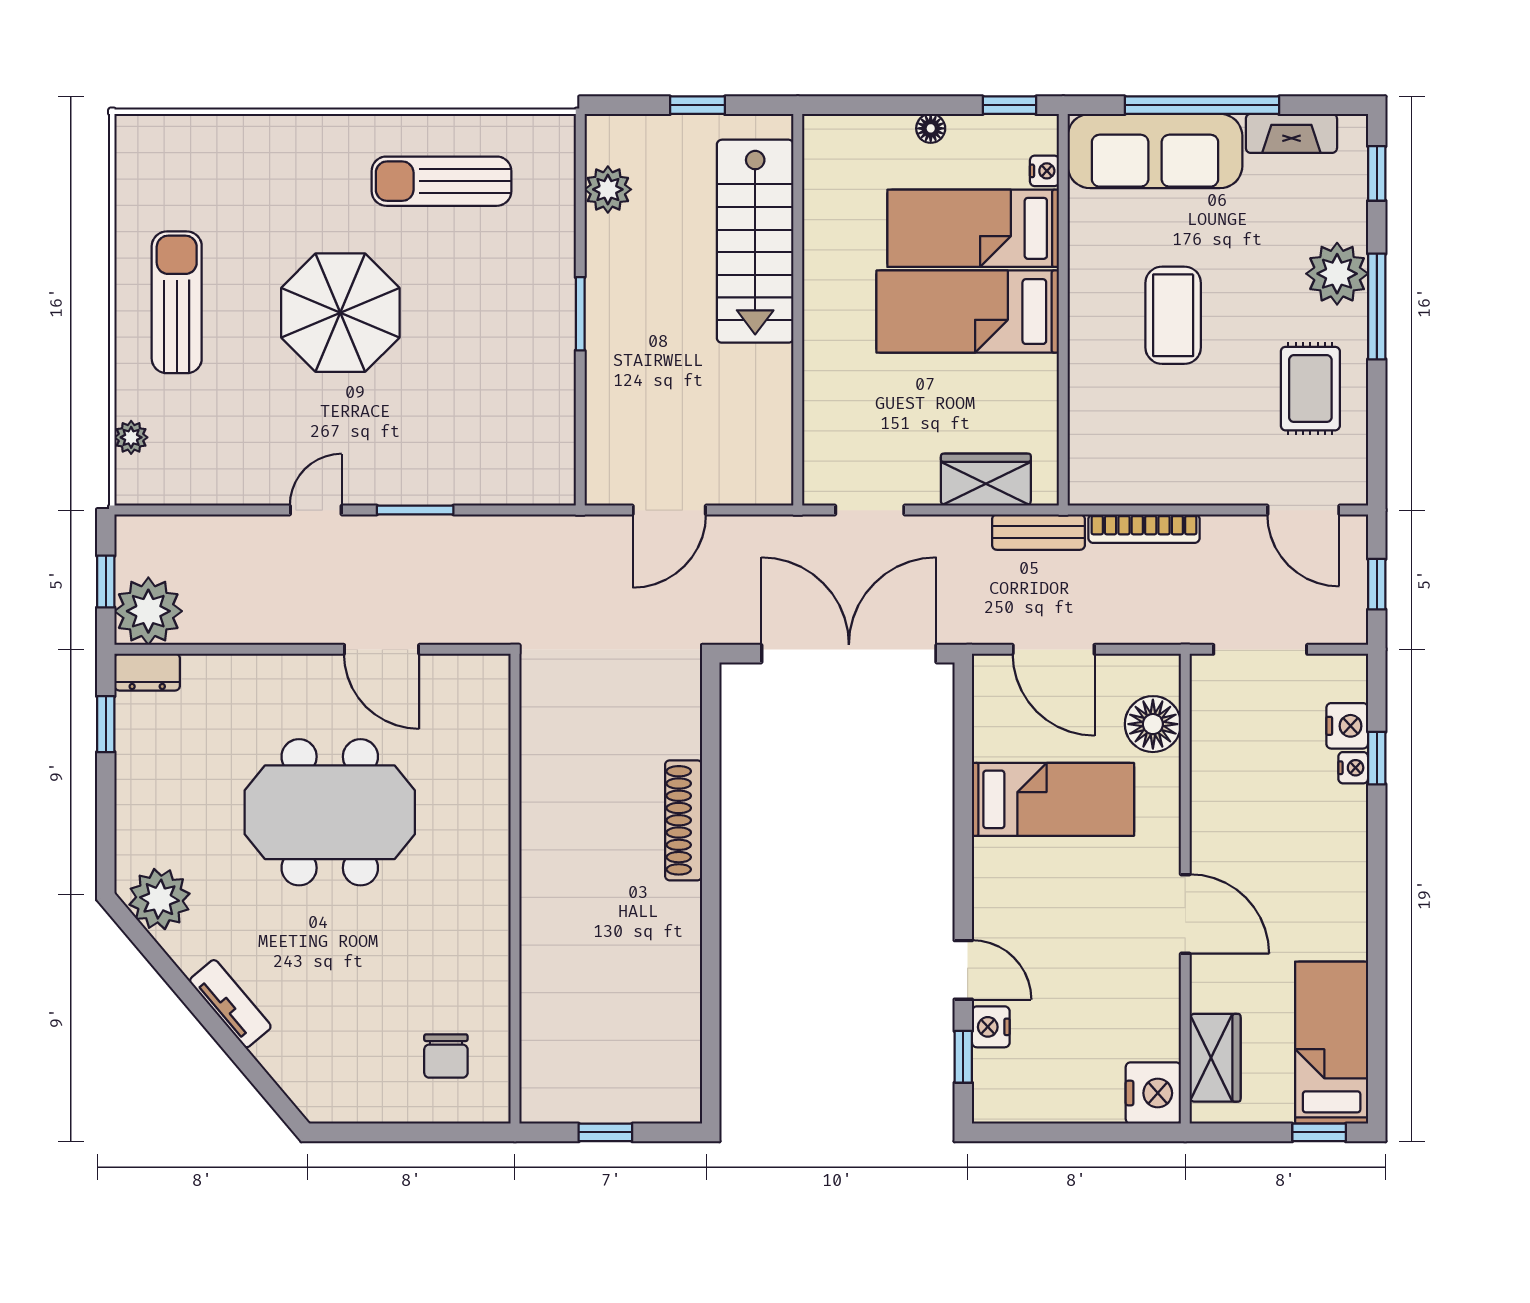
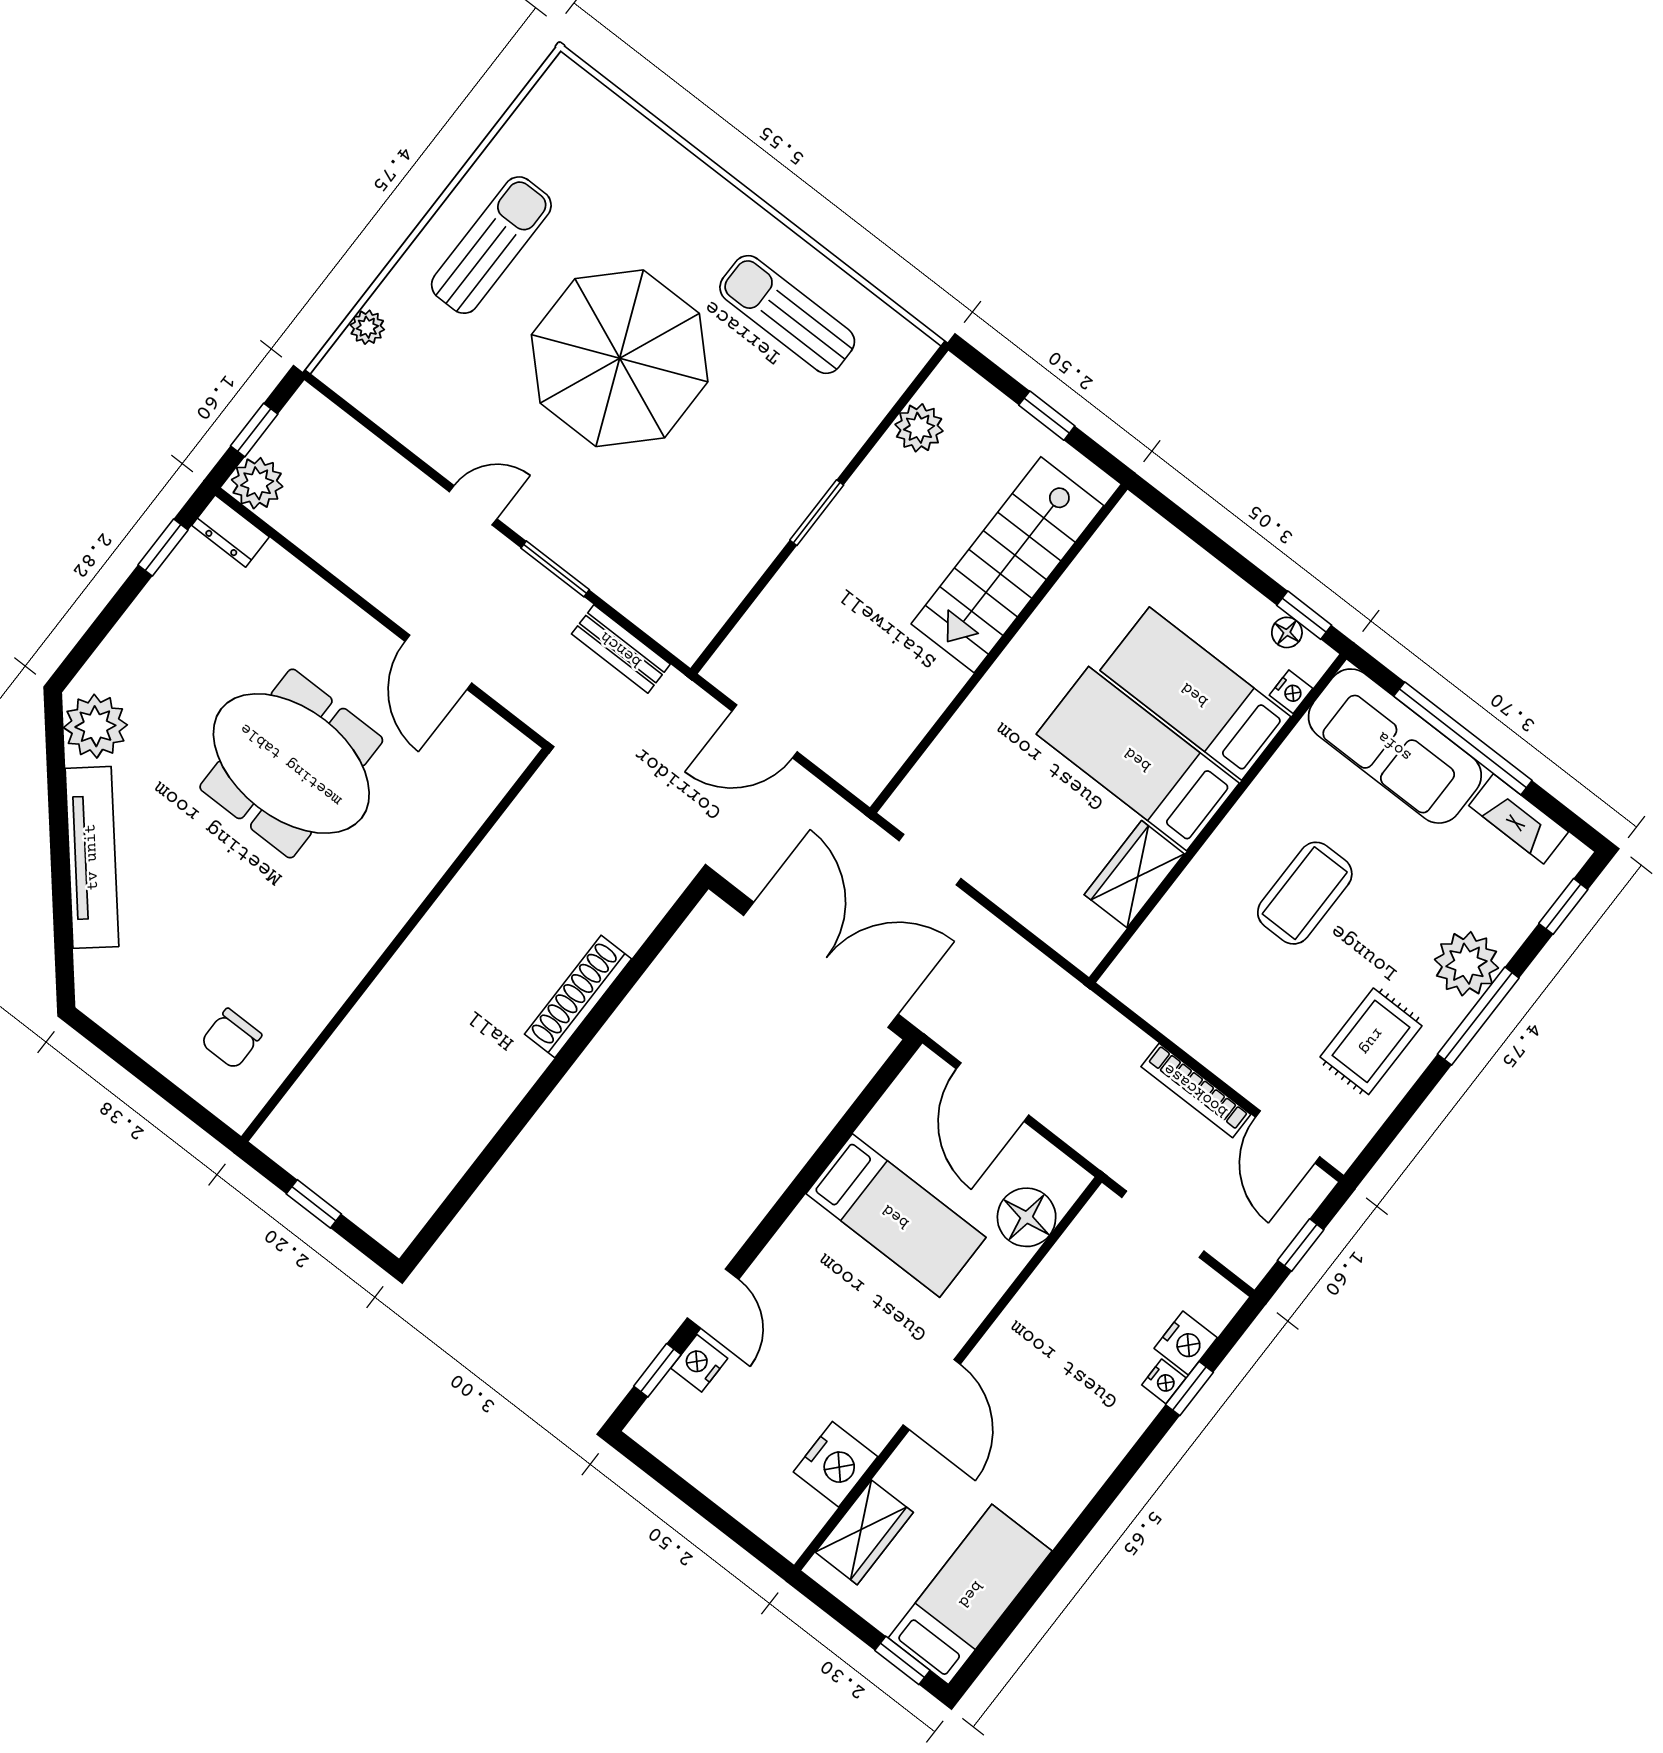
floor lamp: (931, 128) -> (1287, 632), moved
parasol: (340, 313) -> (620, 358), width x1.36, depth x1.36
wardrobe: (986, 480) -> (1134, 874), moved, turned -90
bookcase: (1144, 529) -> (1196, 1090), moved
bench: (1038, 532) -> (621, 649), moved
plant: (148, 611) -> (257, 483), width x0.73, depth x0.73
tv unit: (230, 1004) -> (92, 857), width x1.92, depth x1.29
nightstand: (1153, 1093) -> (836, 1464), moved

